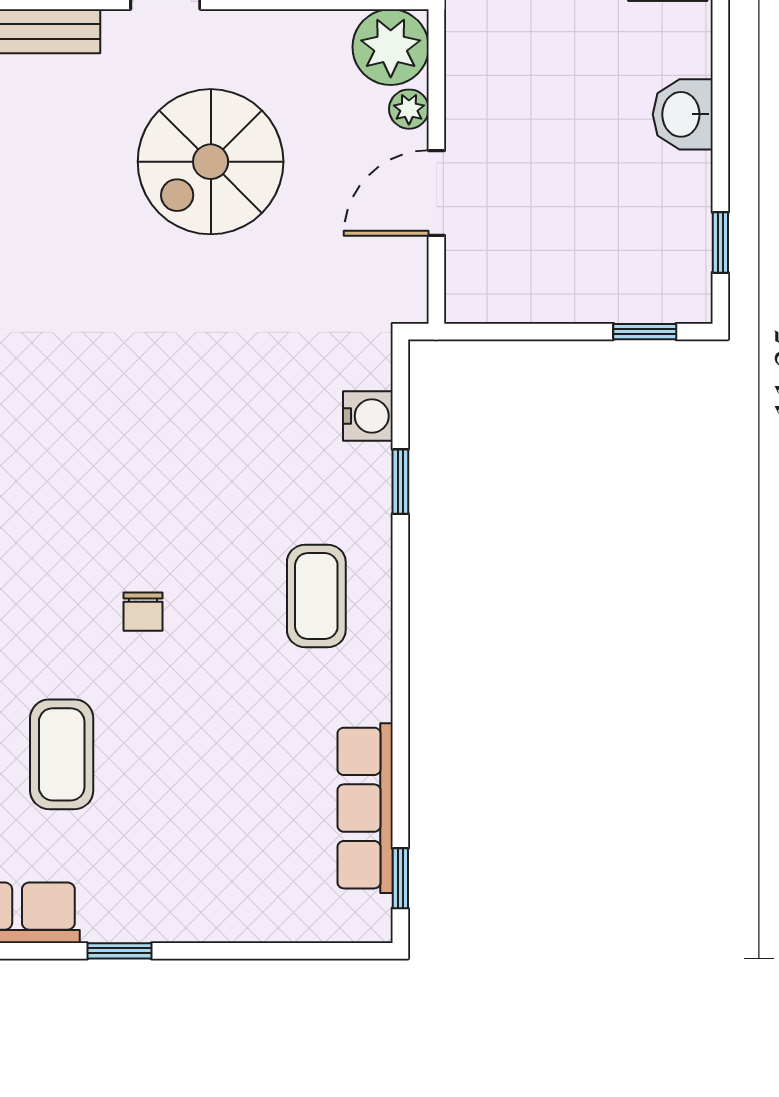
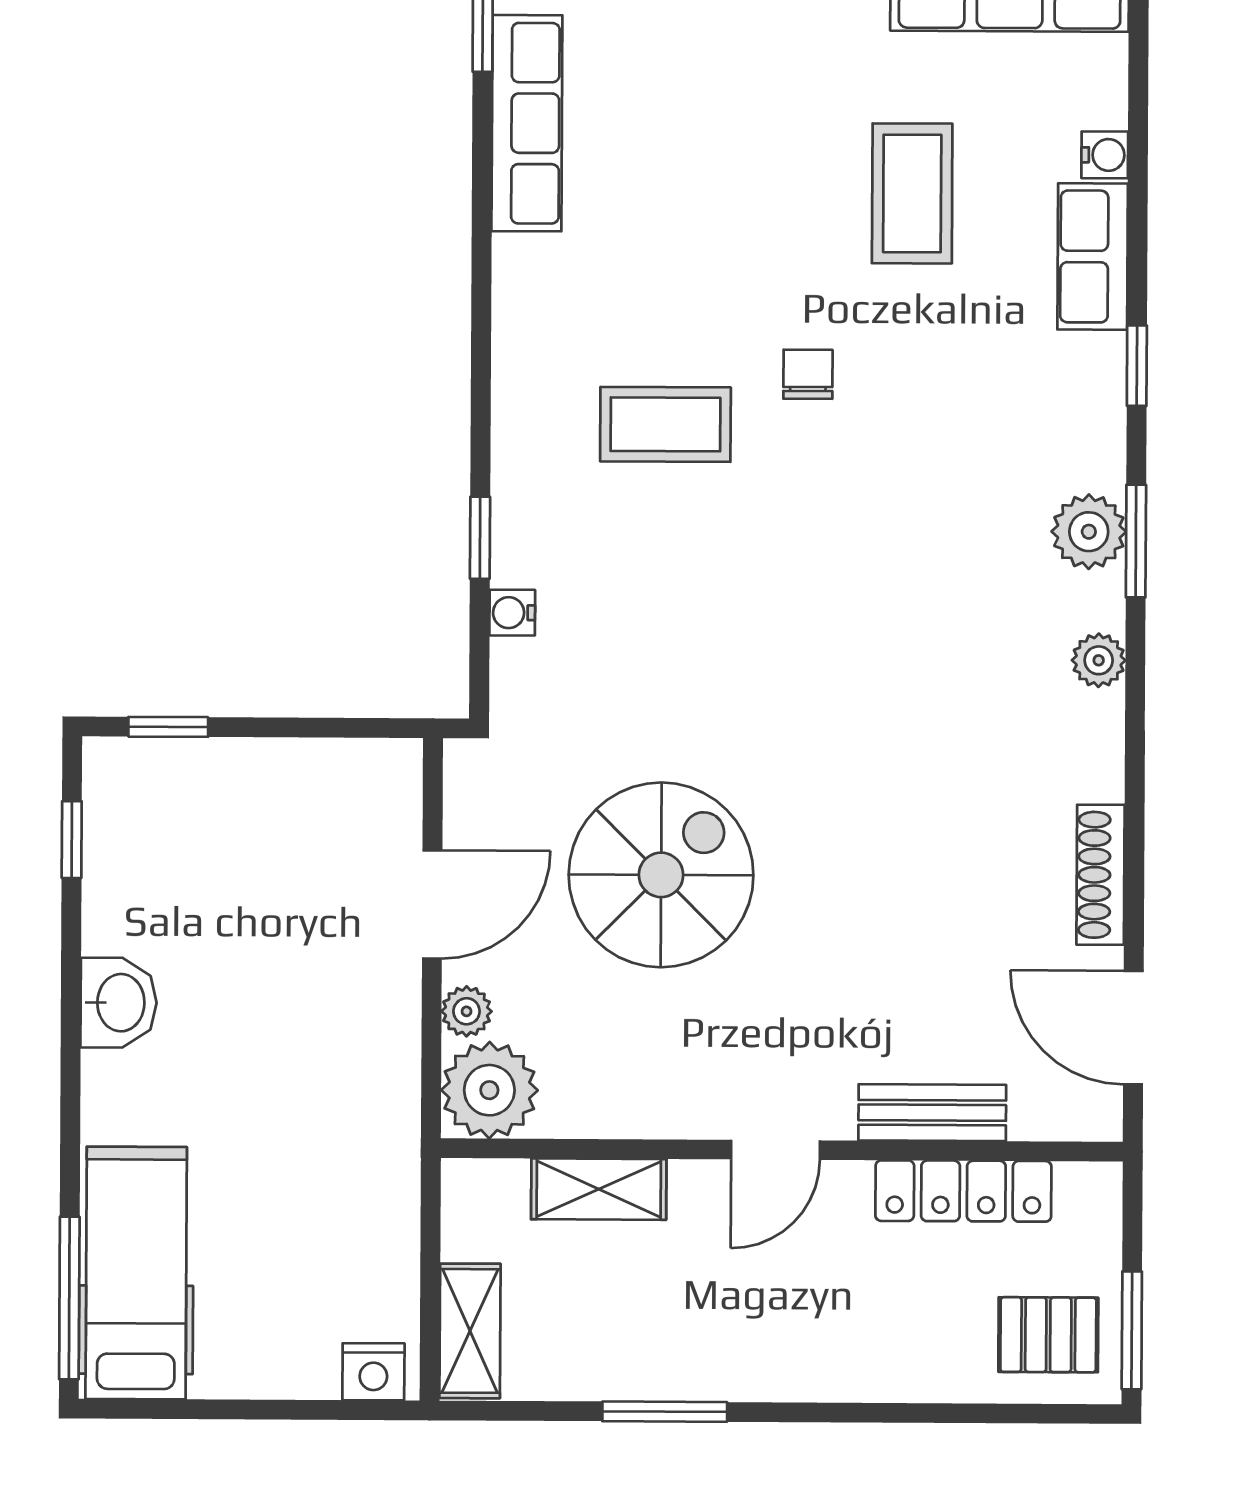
spiral stairs: (211, 162) -> (661, 875), moved
water cooler: (368, 416) -> (512, 613), width x0.72, depth x0.72
coffee table: (316, 596) -> (665, 424), moved, turned 90

